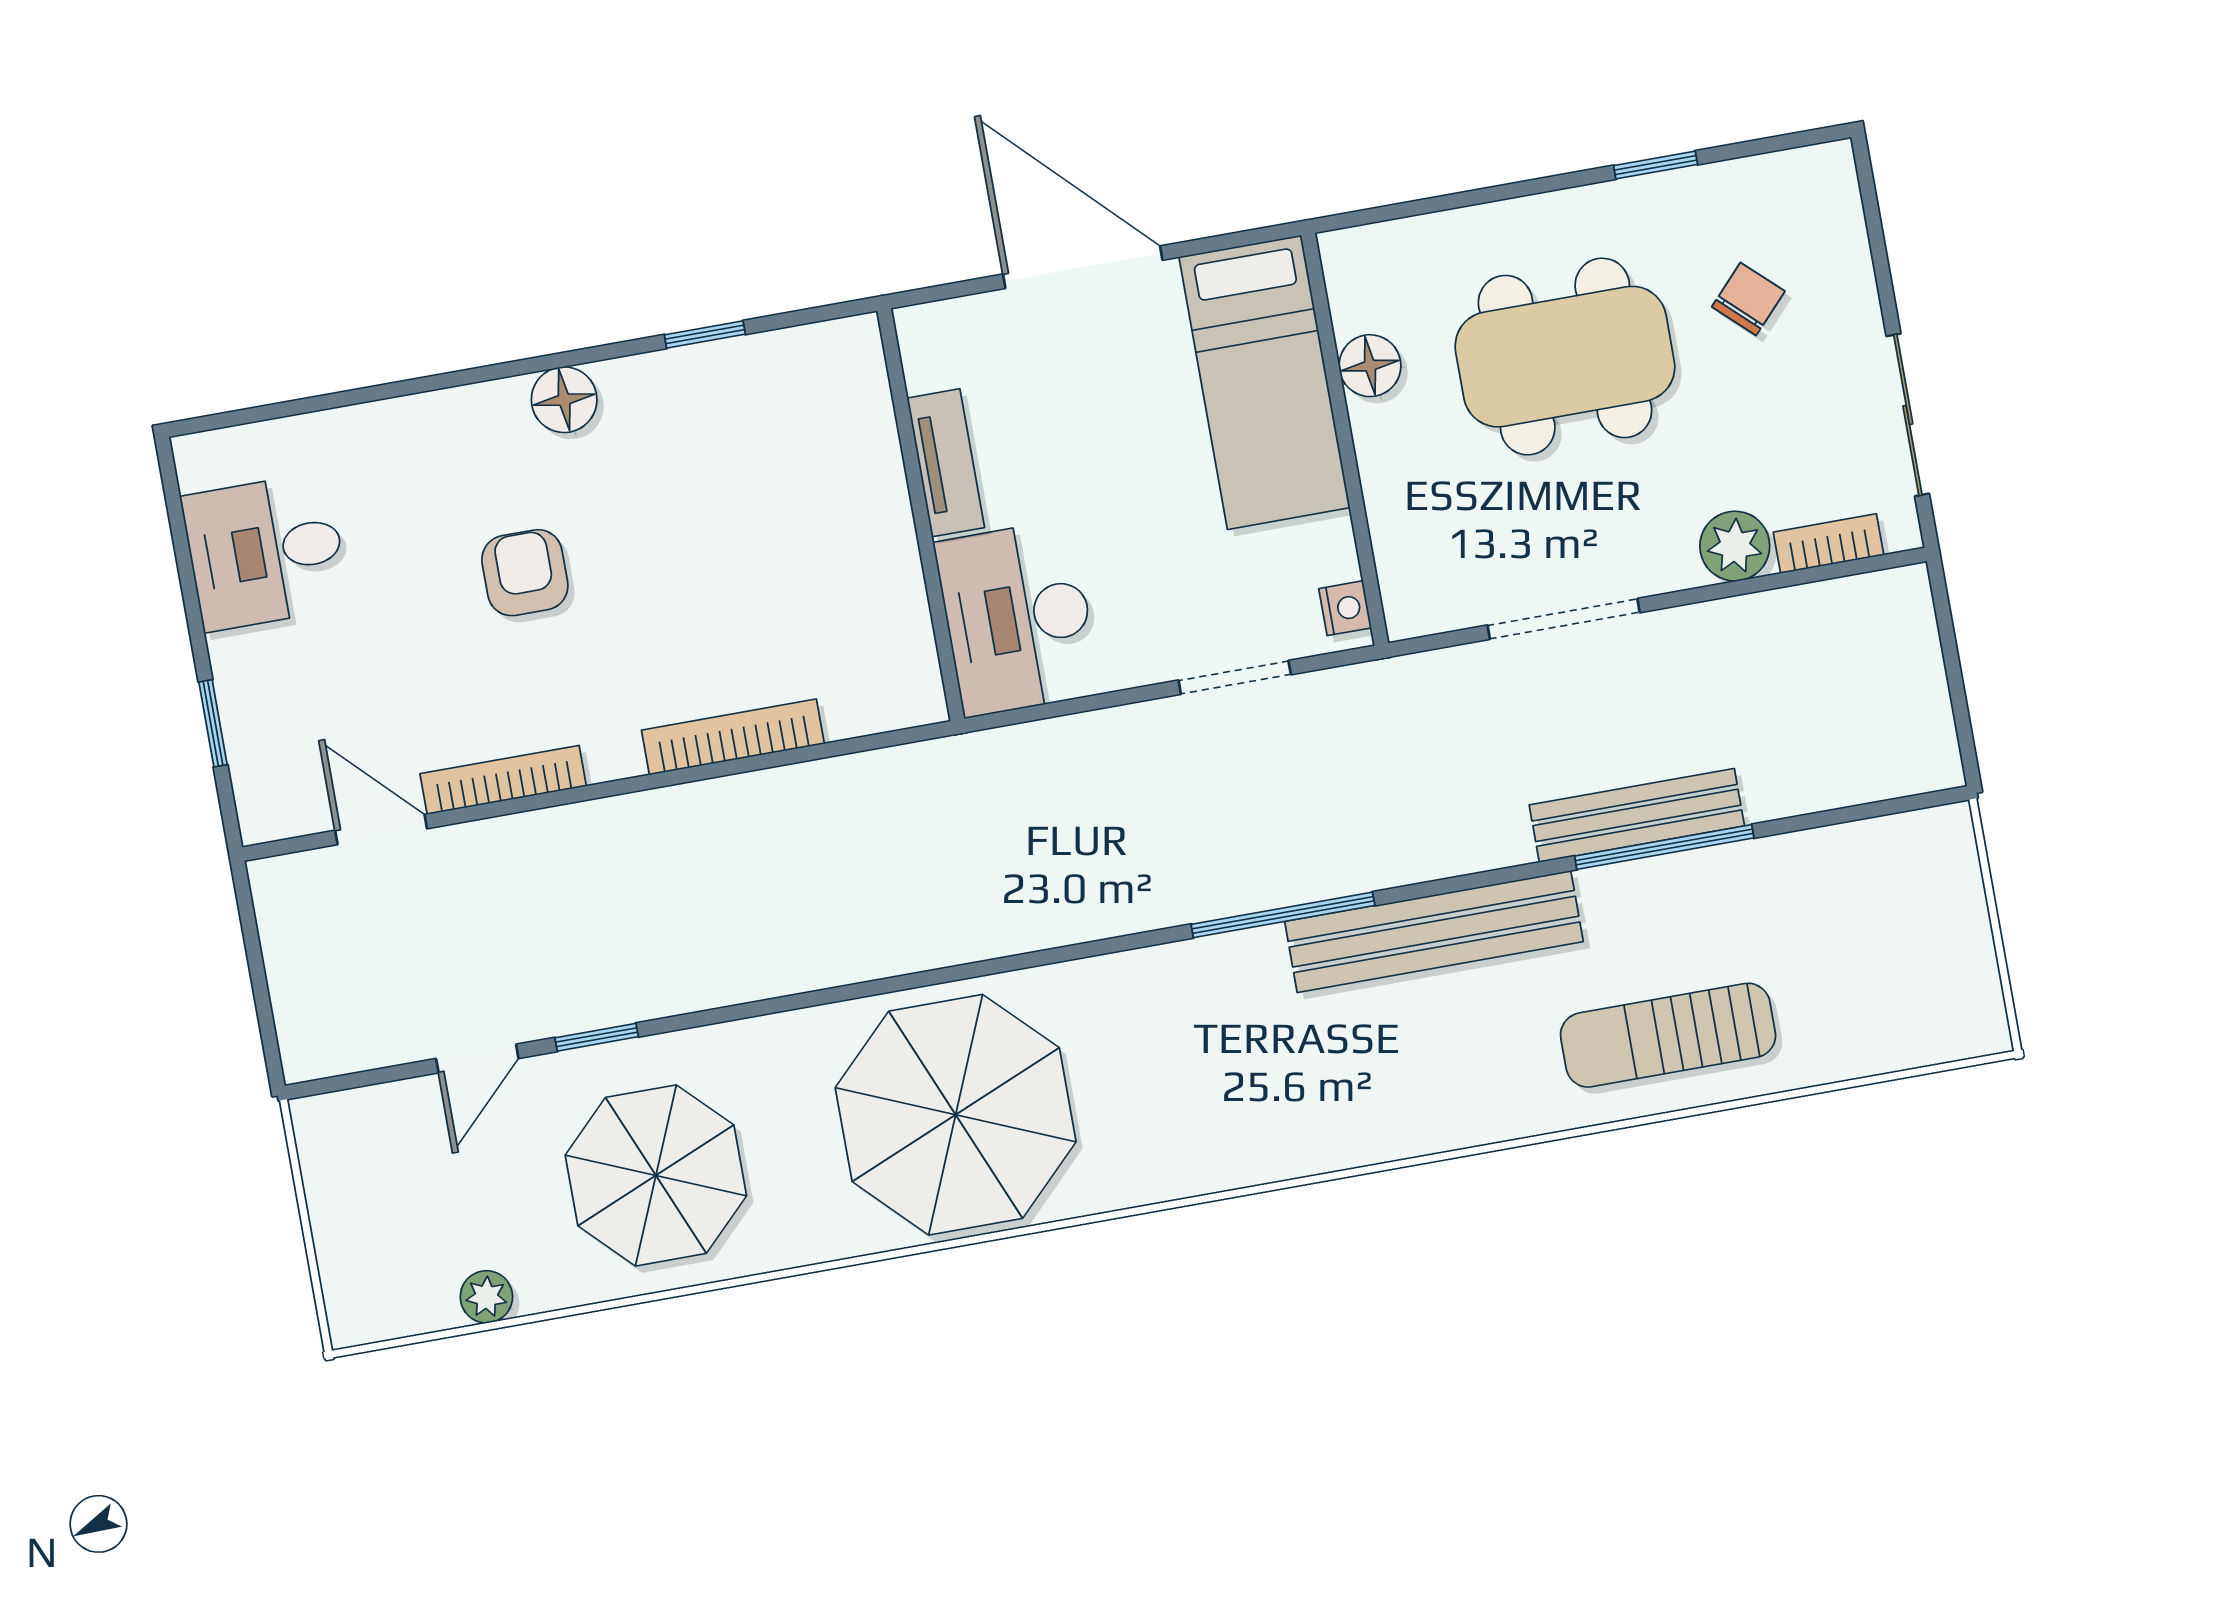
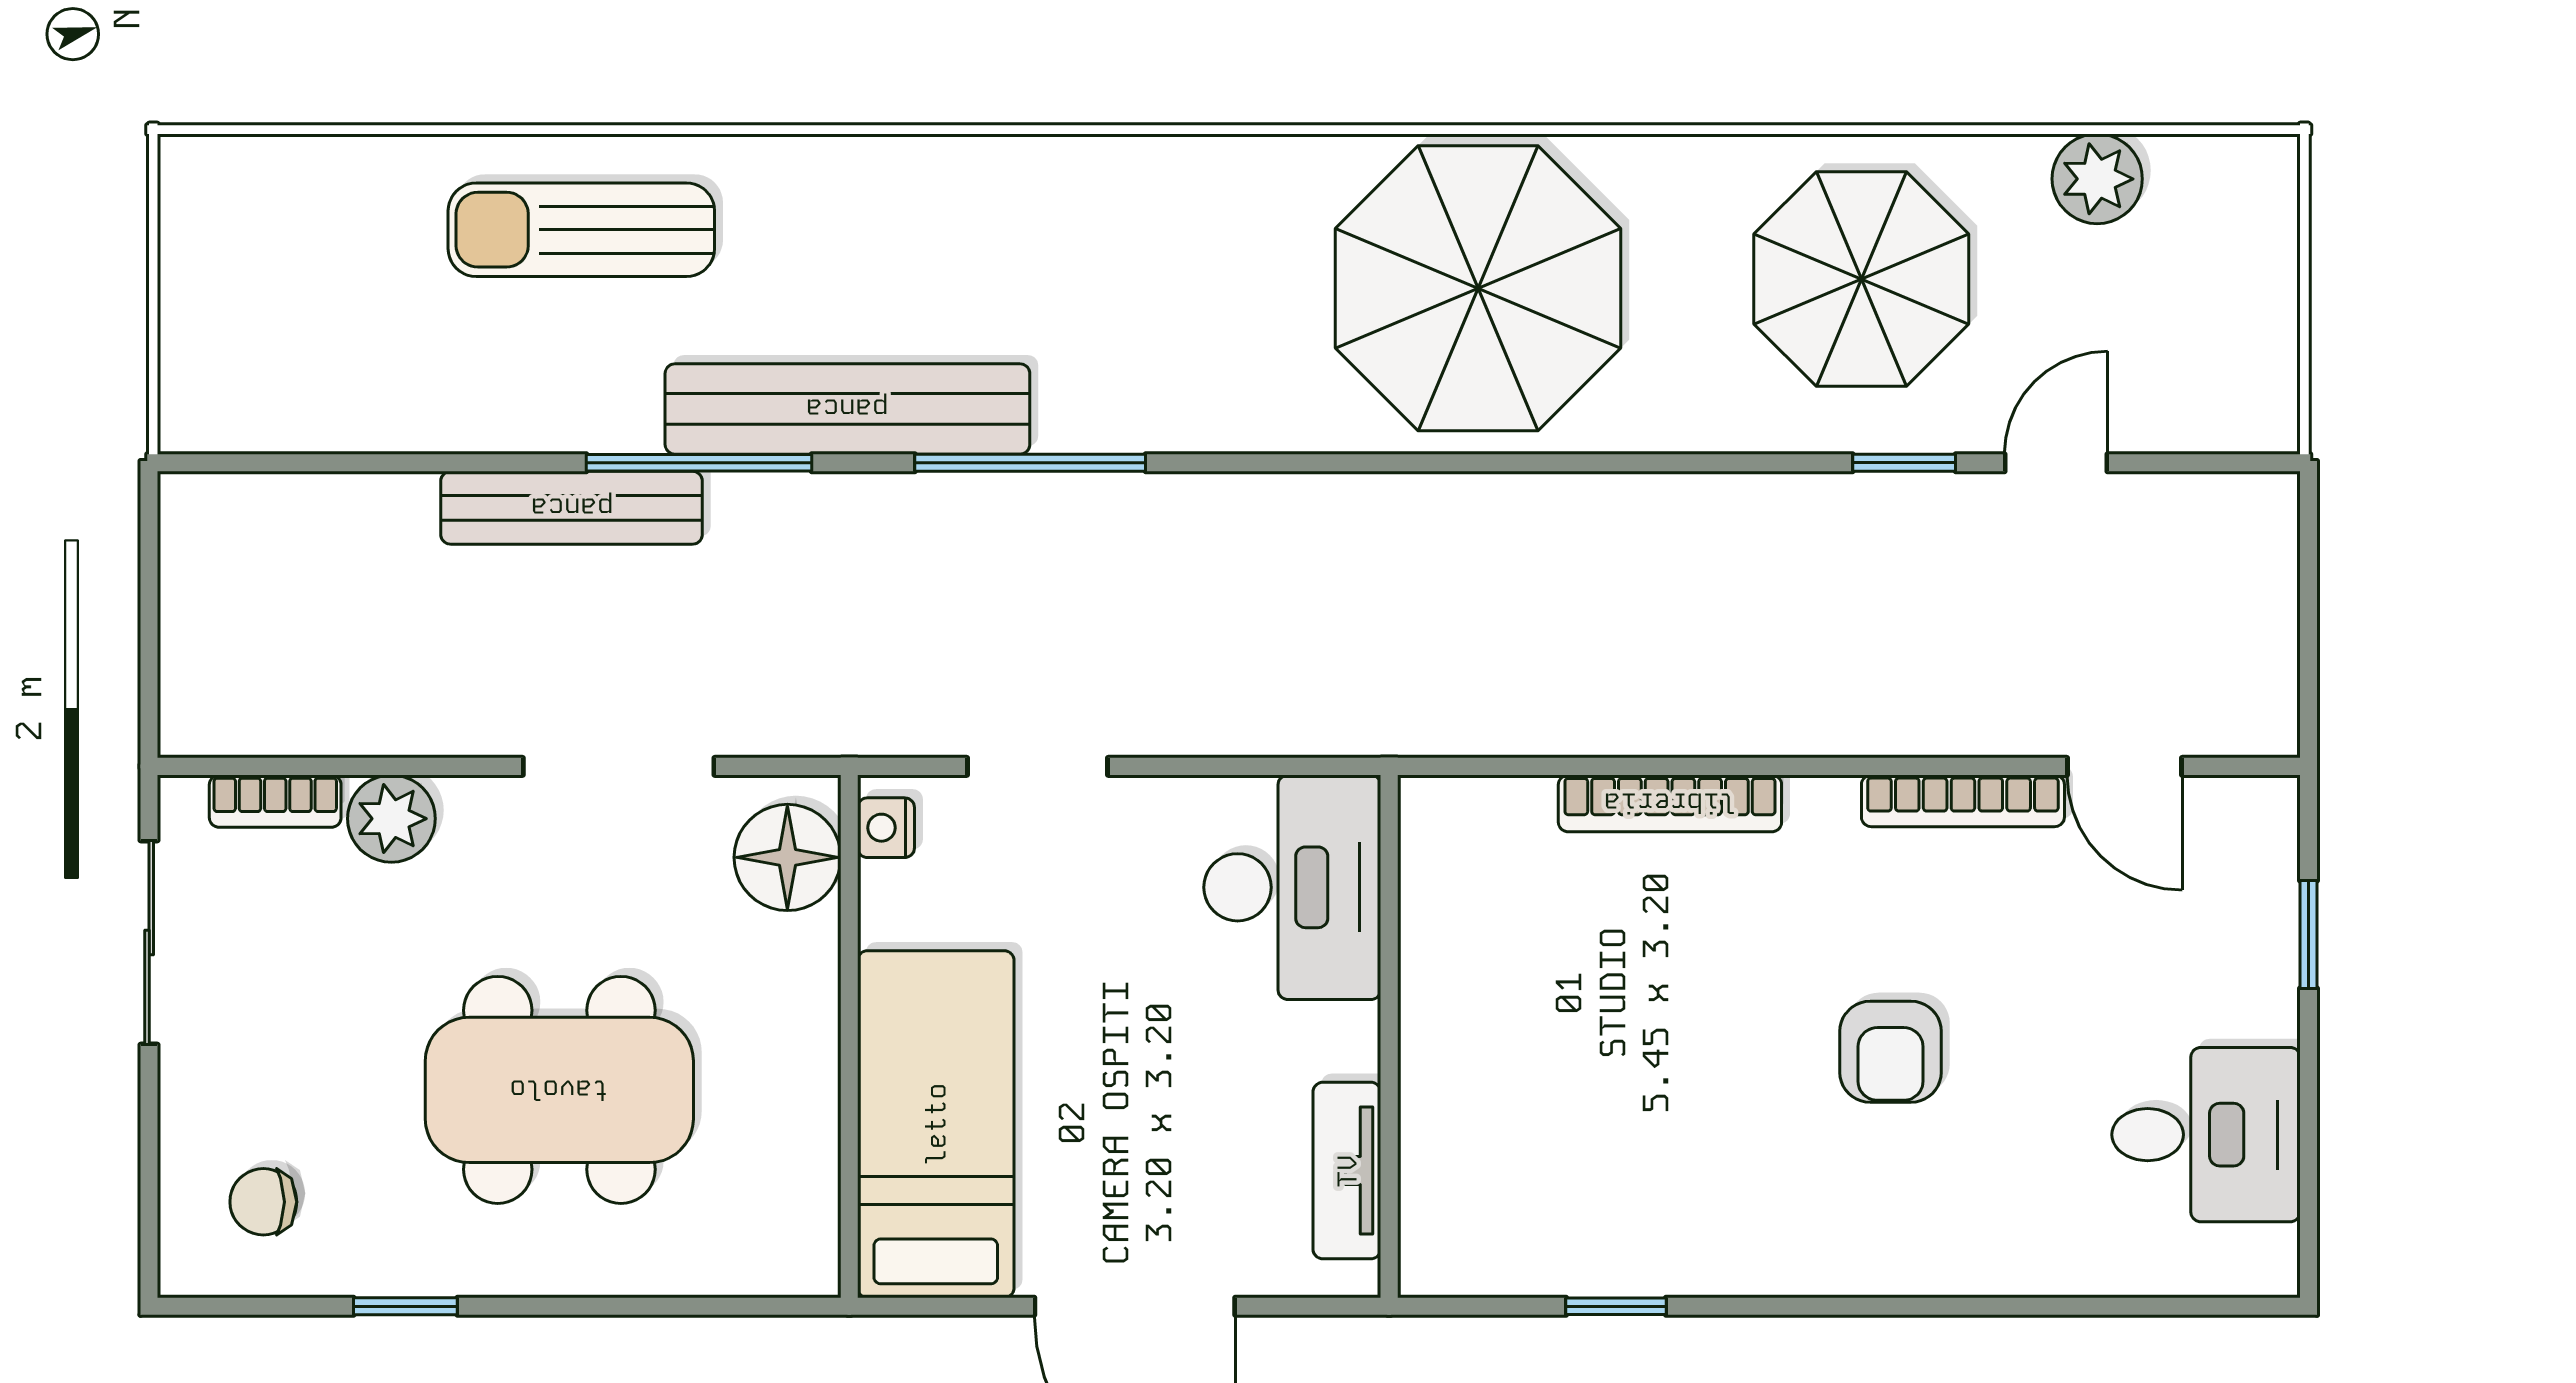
chair: (1748, 299) -> (263, 1202), moved, turned 47
floor lamp: (1370, 366) -> (787, 857), moved, width x1.38, depth x1.38
floor lamp: (564, 400) -> (1804, 1257), removed
tv unit: (946, 463) -> (1347, 1171), moved
window: (1664, 847) -> (699, 463), moved
sun lounger: (1668, 1035) -> (581, 230), turned 180
plant: (486, 1297) -> (2097, 179), width x1.38, depth x1.38

